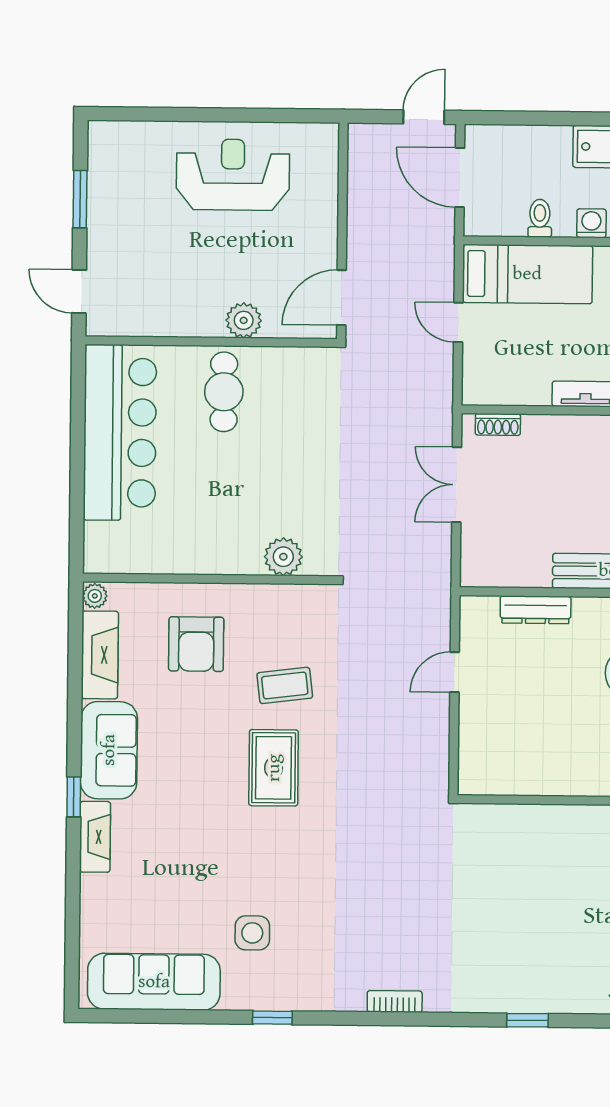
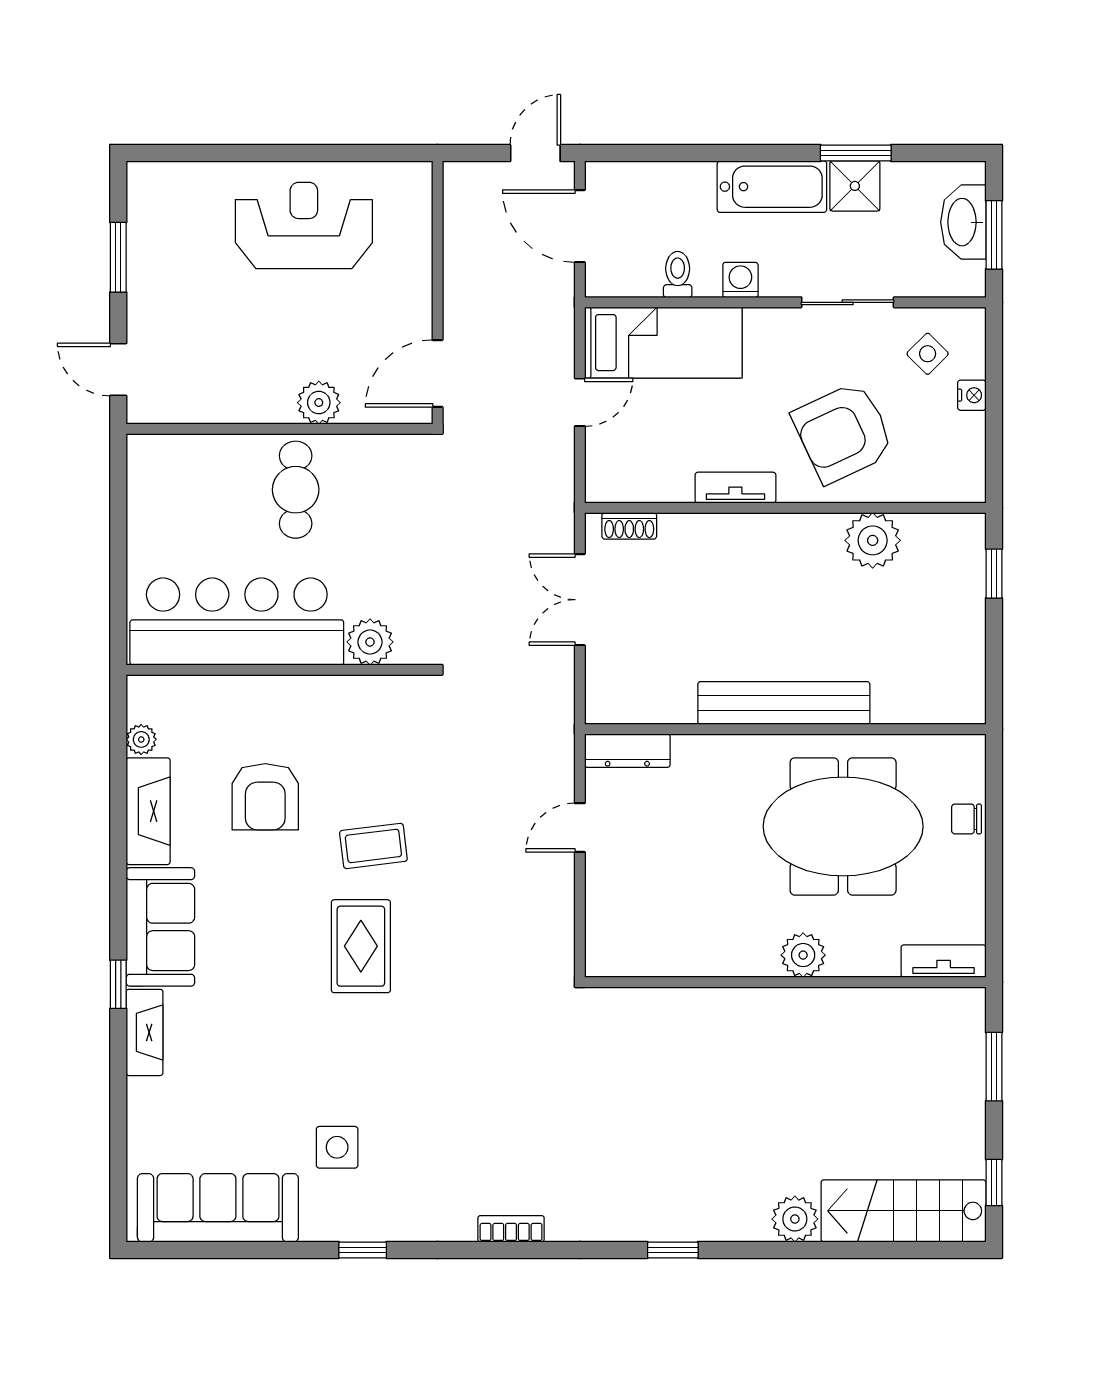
door: (458, 322) -> (580, 402), swing flipped
bar counter: (120, 433) -> (237, 622), moved, turned -90
plant: (283, 557) -> (370, 642), moved
wall: (209, 579) -> (279, 670), moved
dresser: (536, 610) -> (627, 751), moved

